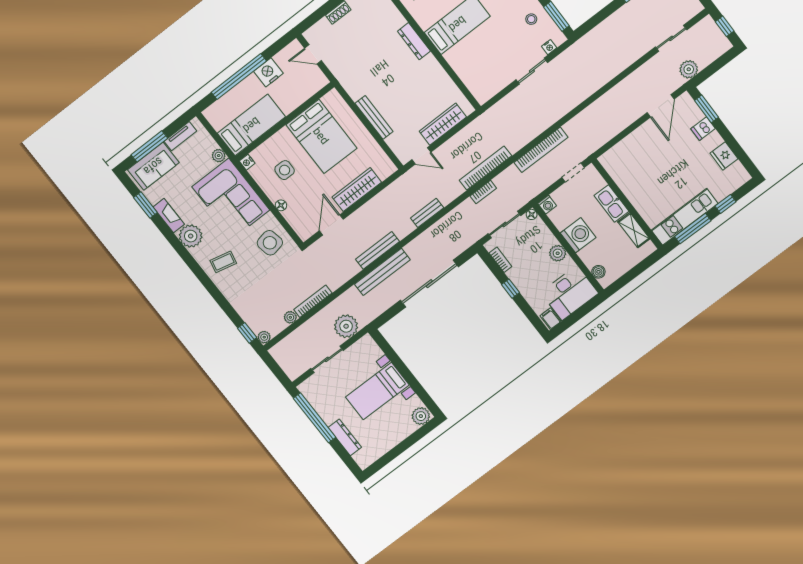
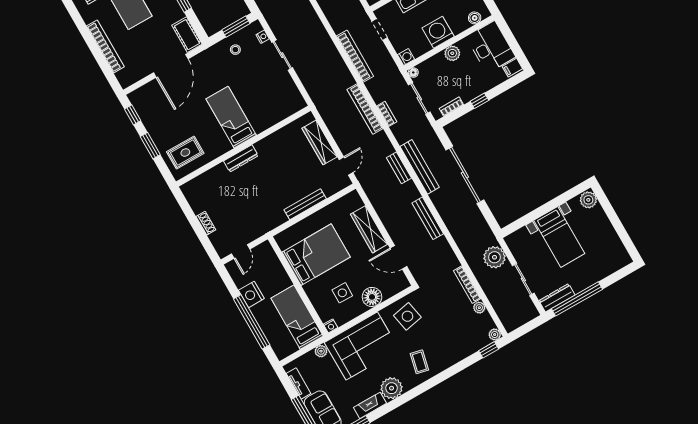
floor lamp: (281, 205) -> (372, 297), width x1.89, depth x1.89
bench: (382, 272) -> (420, 167), moved
dresser: (345, 437) -> (557, 298), moved

